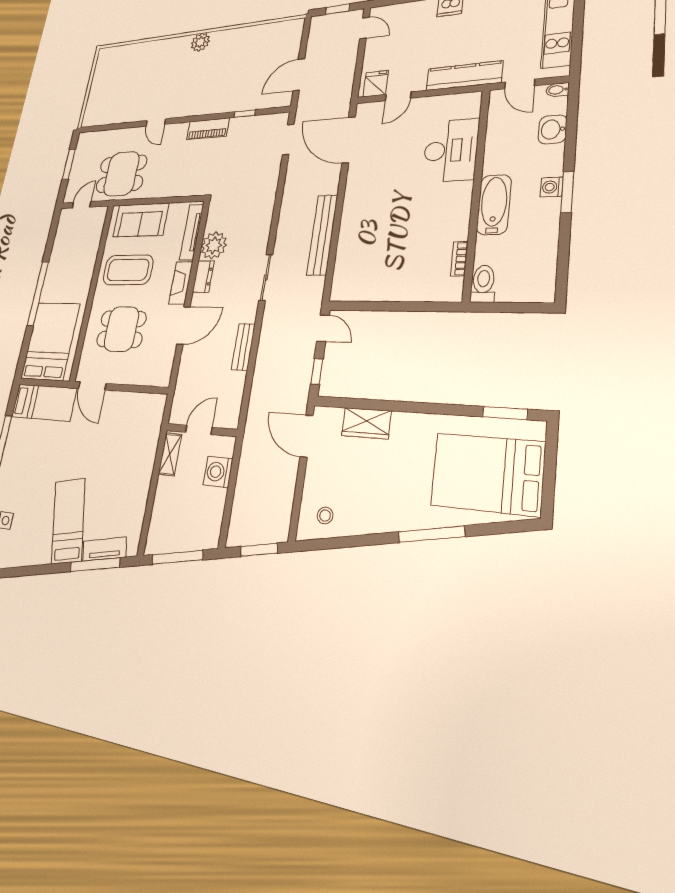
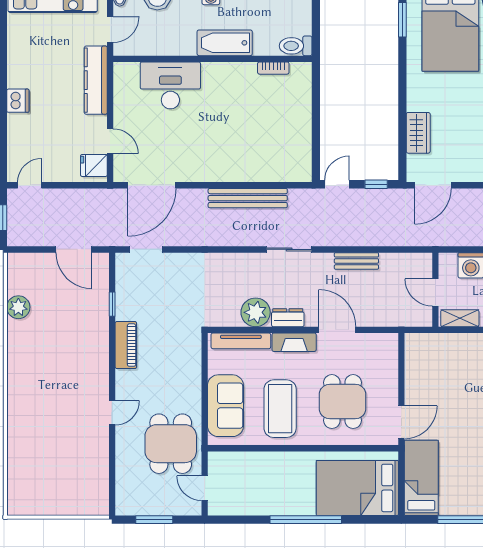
plant: (200, 42) -> (18, 307), moved

